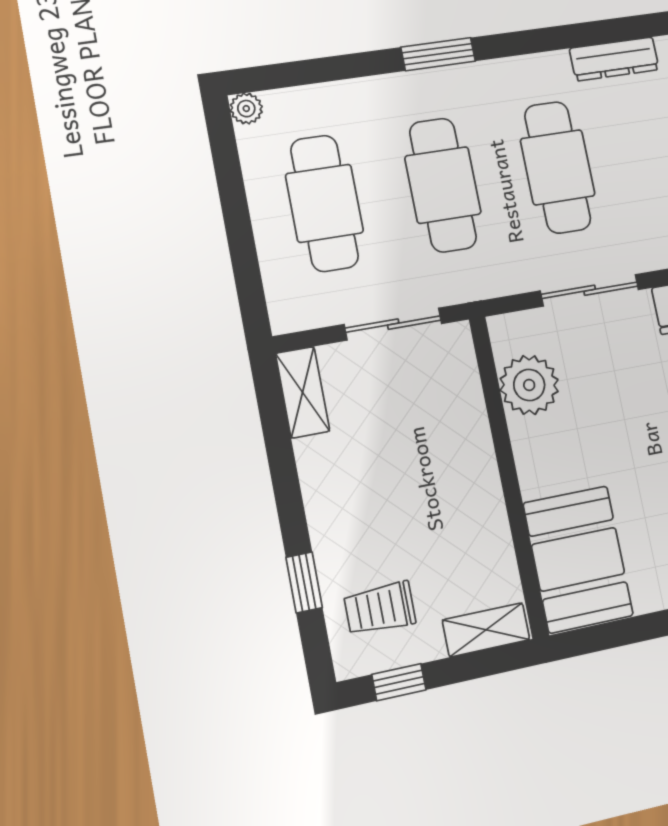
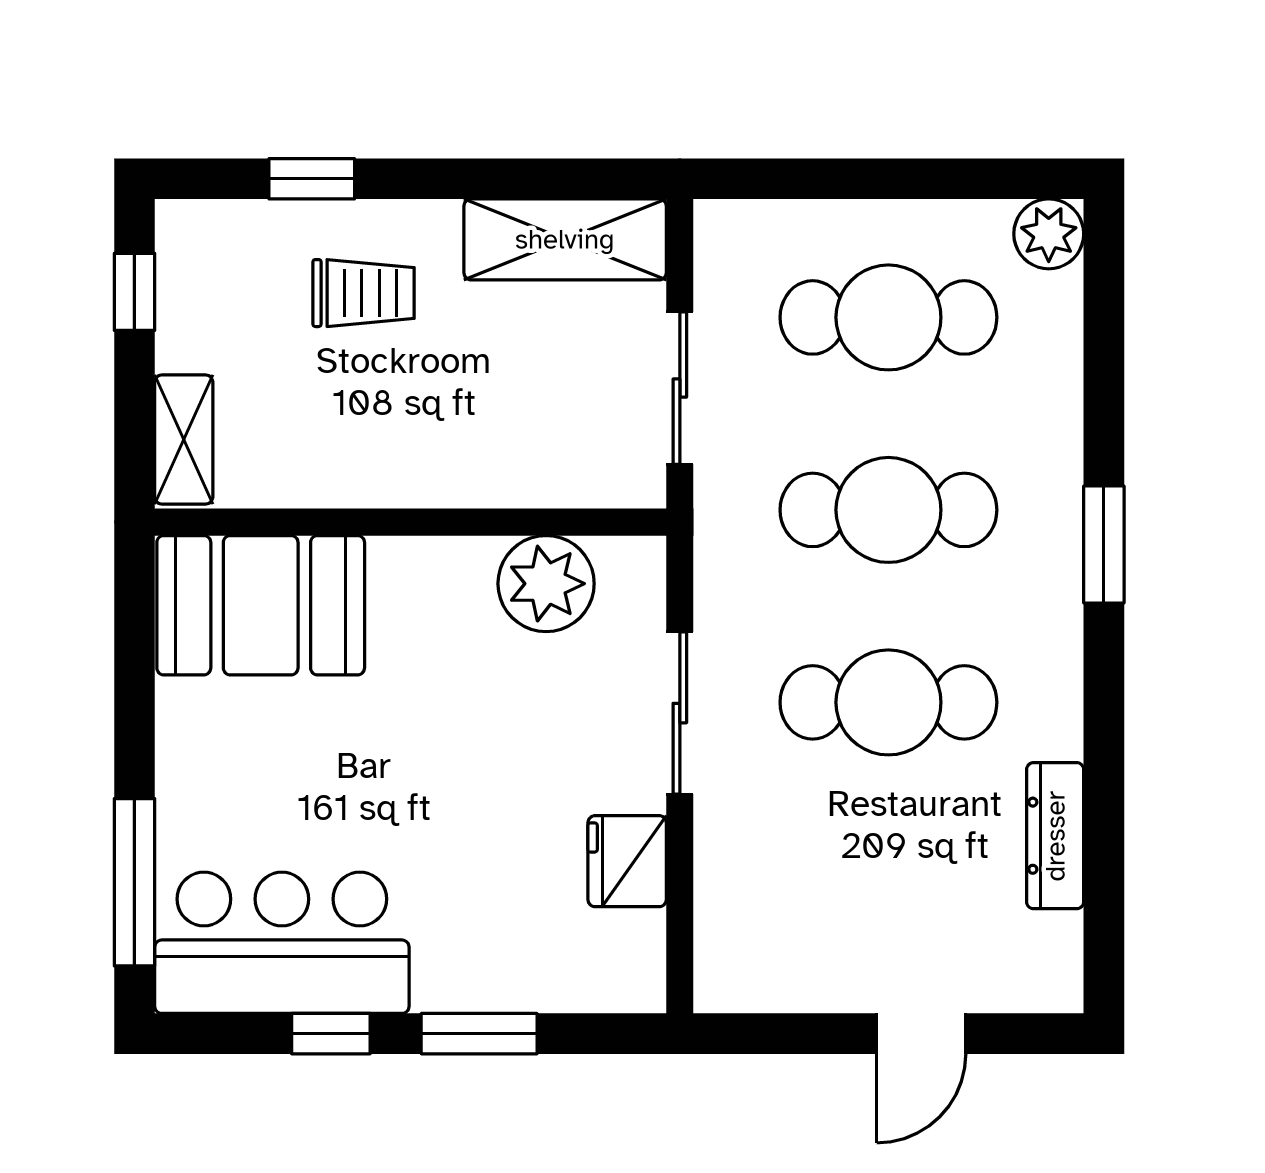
plant: (246, 109) -> (1049, 234), width x1.38, depth x1.38
shelving: (303, 392) -> (565, 239), width x1.50, depth x1.33
trolley: (380, 608) -> (364, 293), moved, turned 90

